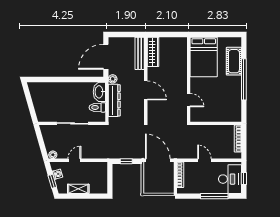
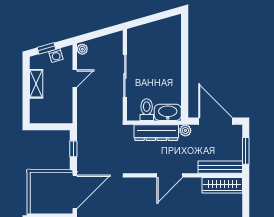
window: (128, 34) -> (246, 151), added
door: (74, 160) -> (75, 79), hinge flipped

